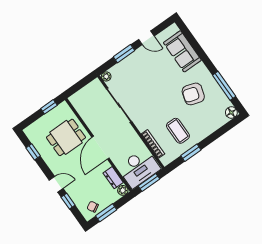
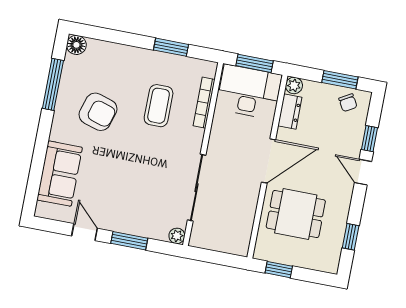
coffee table: (178, 131) -> (159, 106), moved

